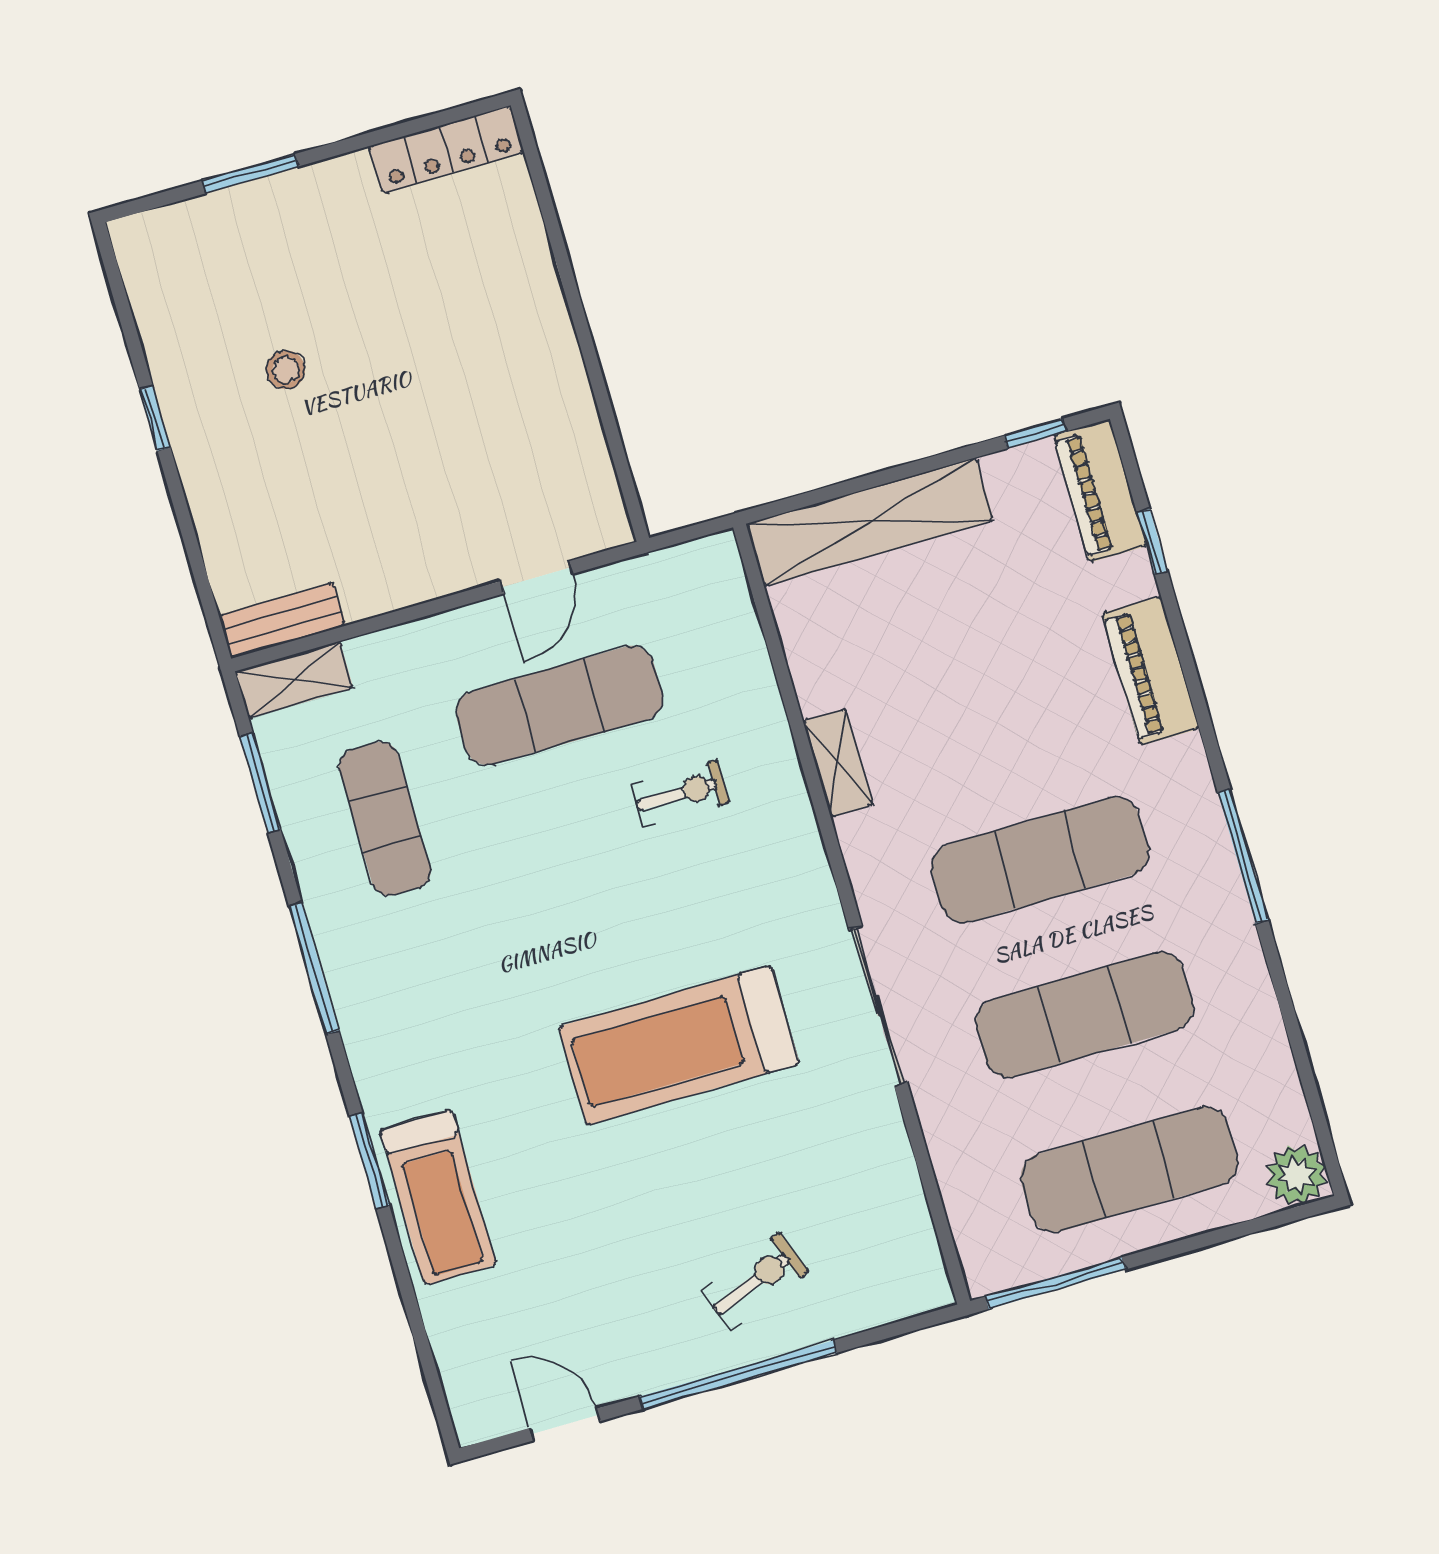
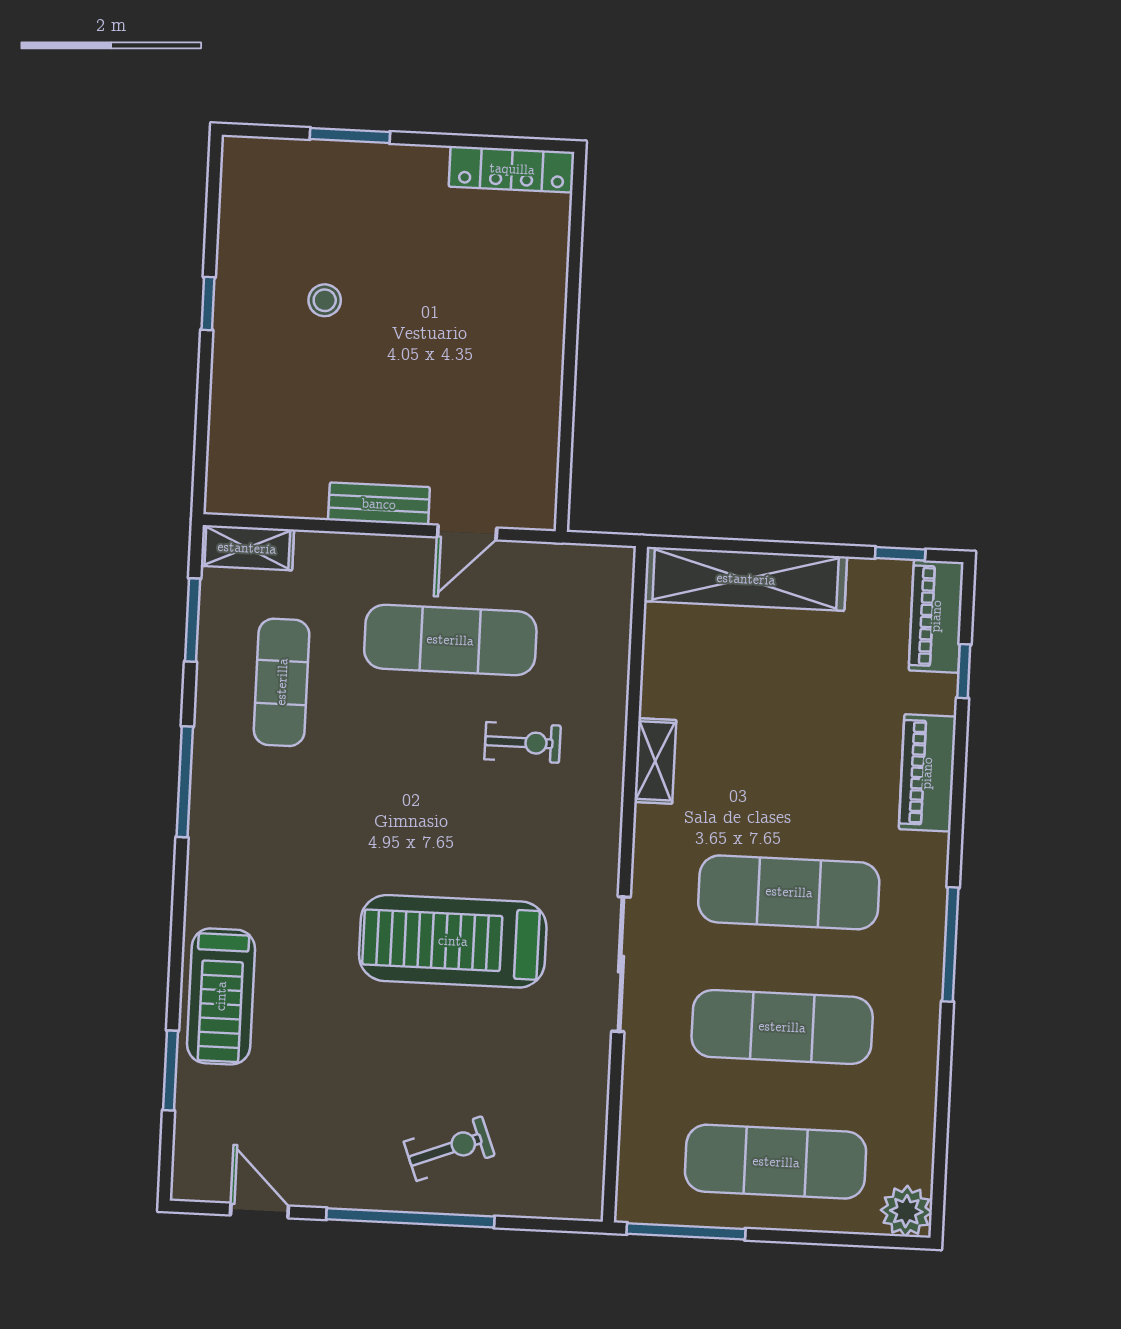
bench: (282, 620) -> (379, 504), moved
window: (369, 1161) -> (171, 1071), moved

